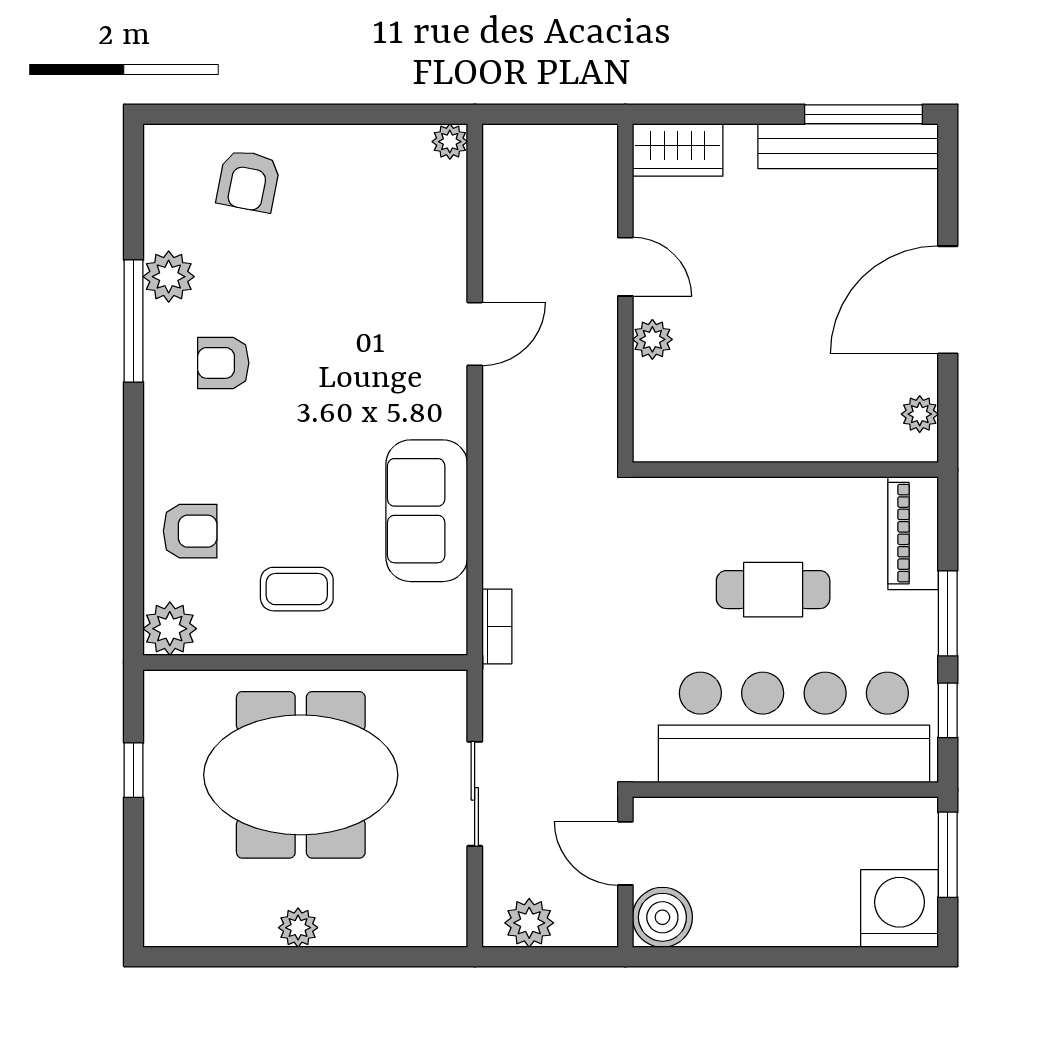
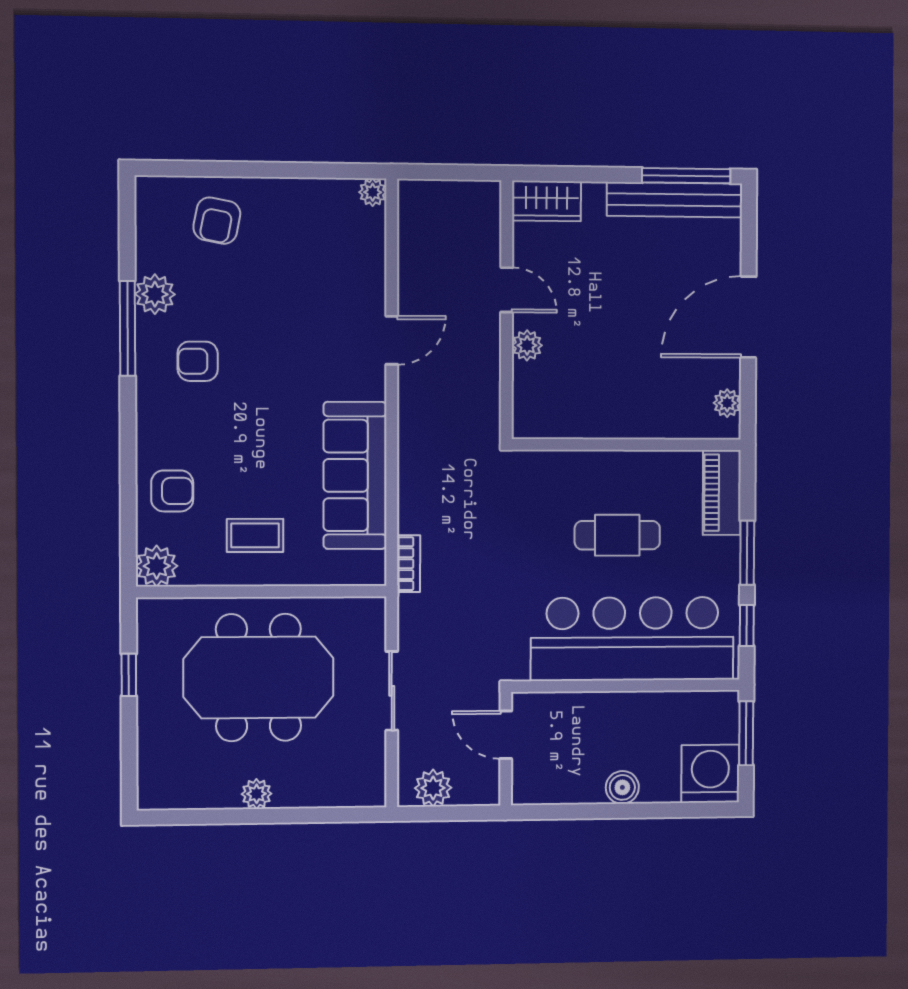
sofa: (427, 511) -> (355, 475), width x1.36
boiler: (662, 917) -> (622, 787), moved, width x0.73, depth x0.73

